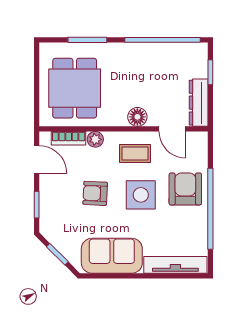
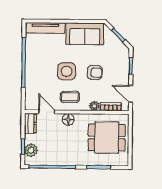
plant: (197, 66) -> (31, 150), added
dining table: (75, 88) -> (107, 137), turned 90
dresser: (199, 103) -> (30, 123), width x0.70
armchair: (185, 189) -> (39, 75), removed

